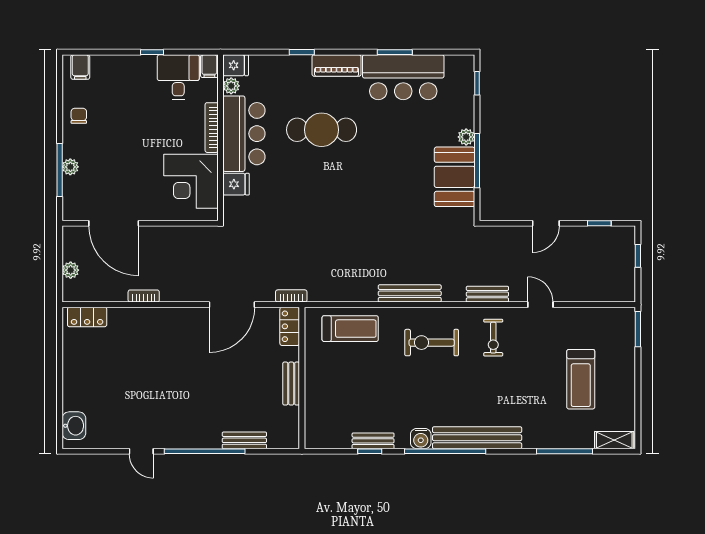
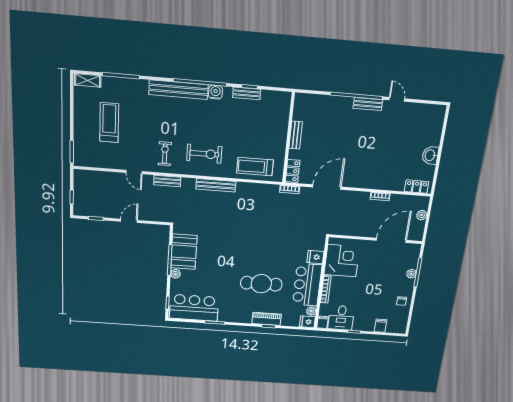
piano: (337, 66) -> (267, 319), moved
filing cabinet: (80, 67) -> (381, 326), moved
bar counter: (403, 77) -> (194, 308), moved
door: (114, 223) -> (391, 240), hinge flipped
washbasin: (74, 426) -> (430, 155), moved
bench: (244, 440) -> (368, 104), moved

